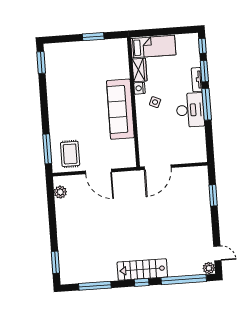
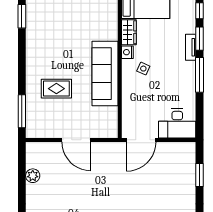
desk: (190, 110) -> (177, 123), moved, turned 90
rug: (70, 154) -> (56, 89), moved, turned 90
plant: (60, 192) -> (33, 176), moved

